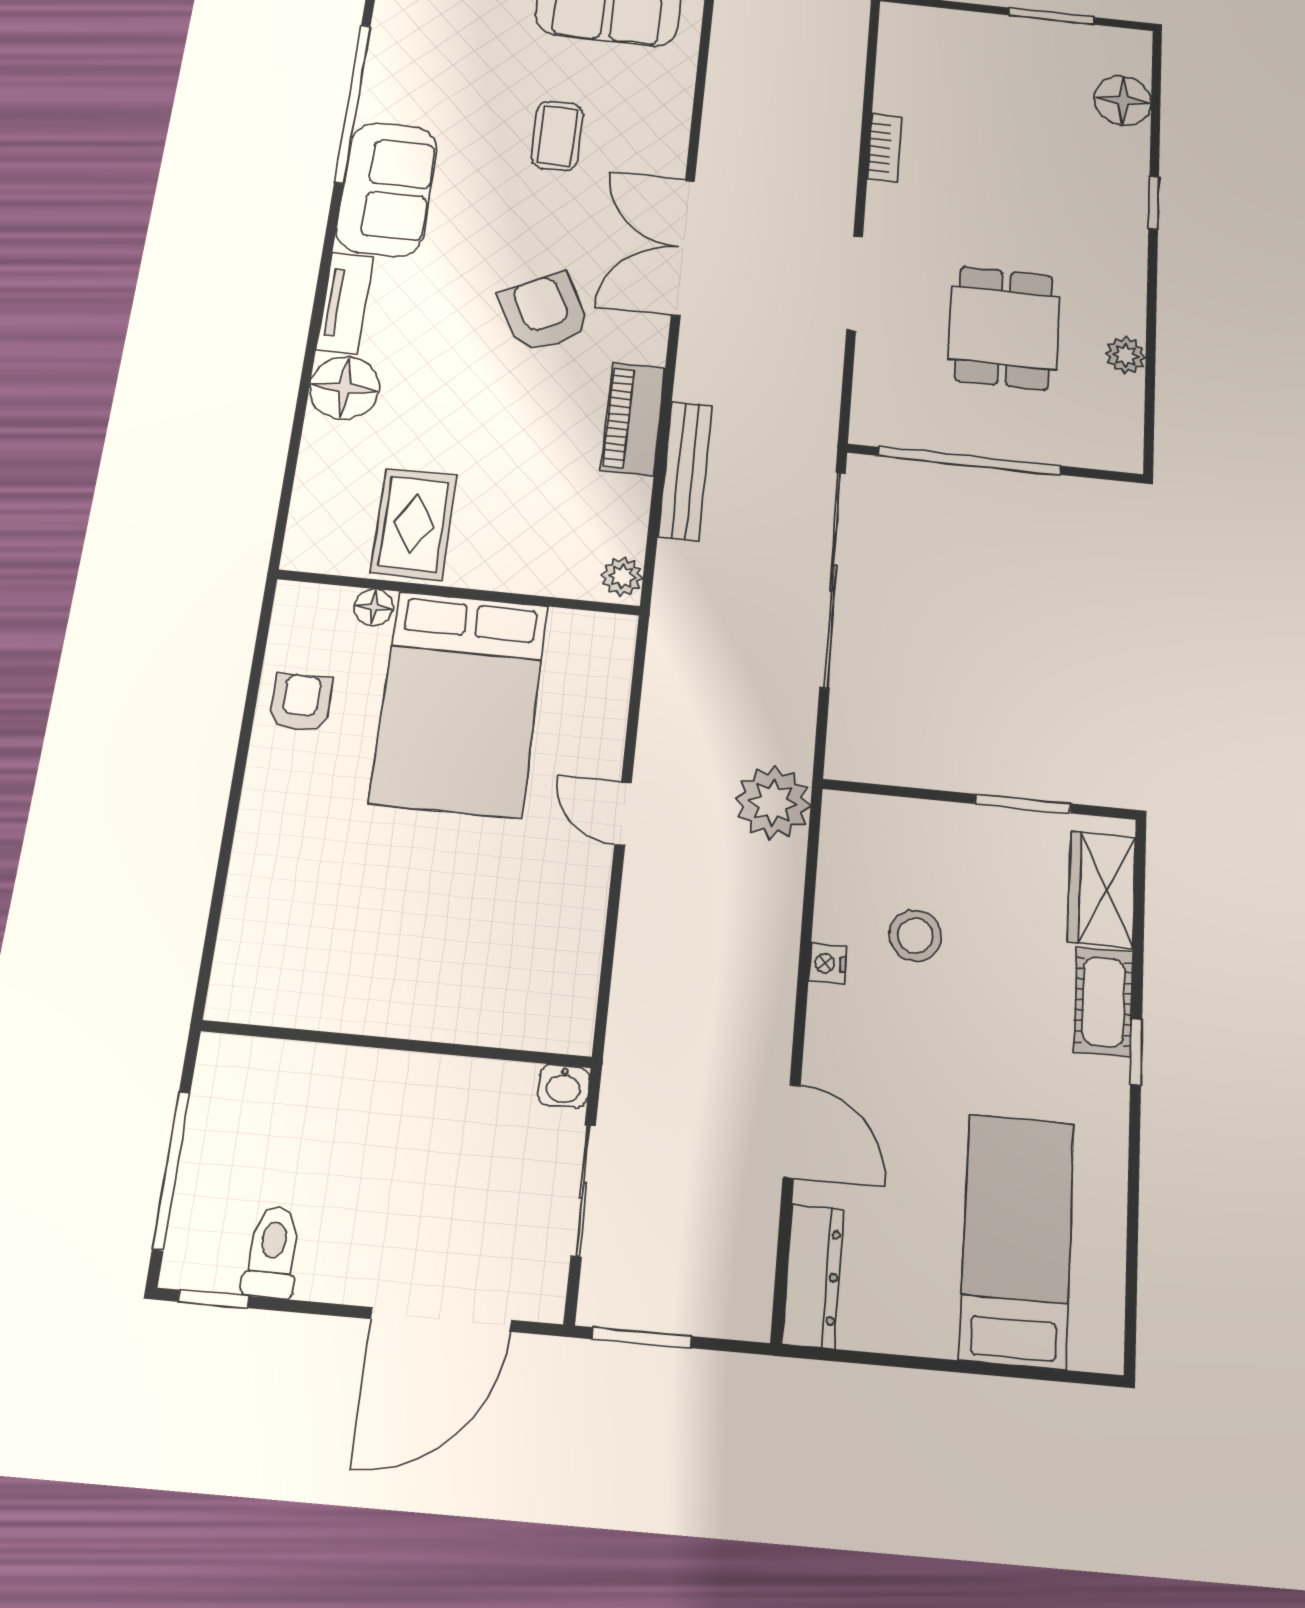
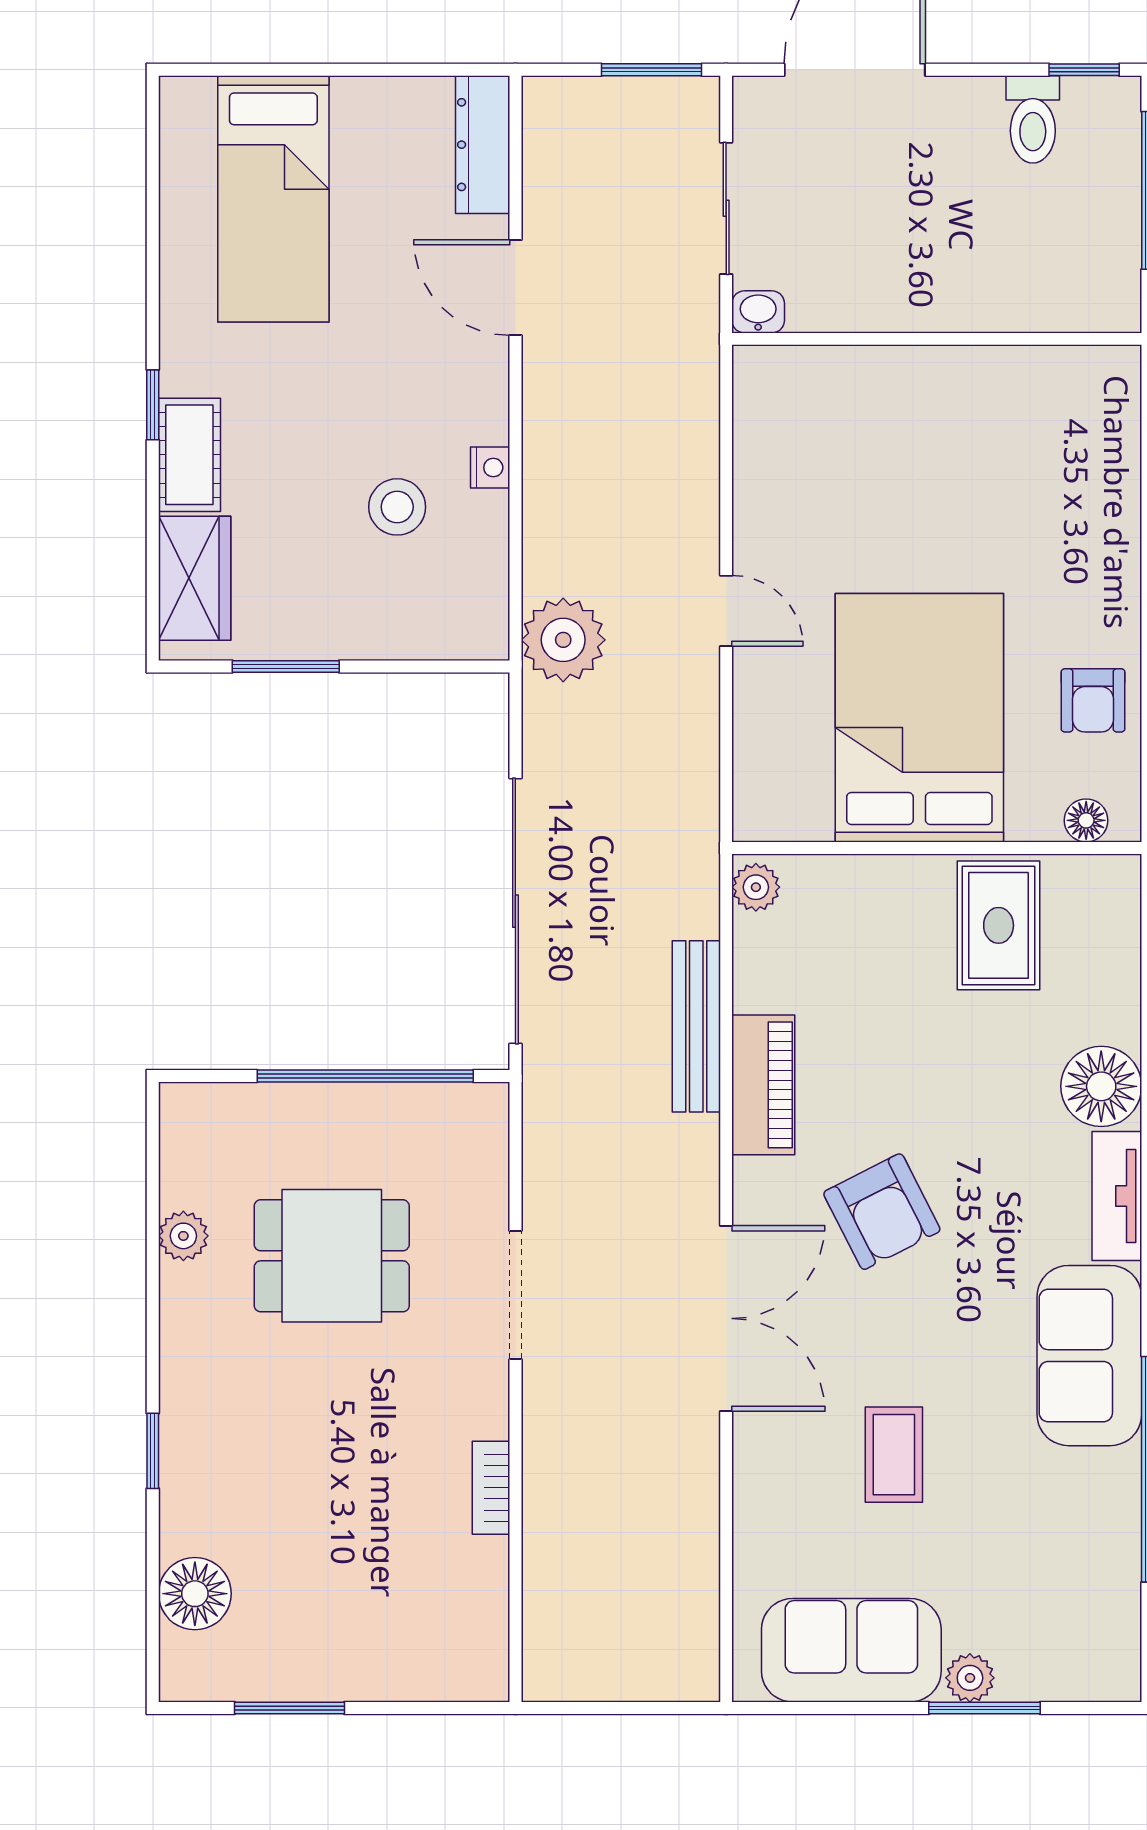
dining table: (1004, 328) -> (332, 1256), turned 90
floor lamp: (374, 607) -> (1086, 820), moved

